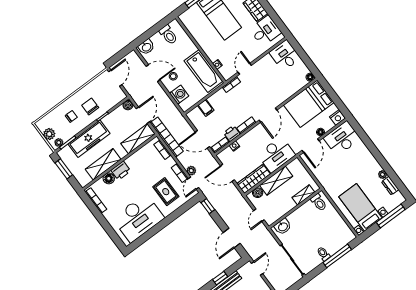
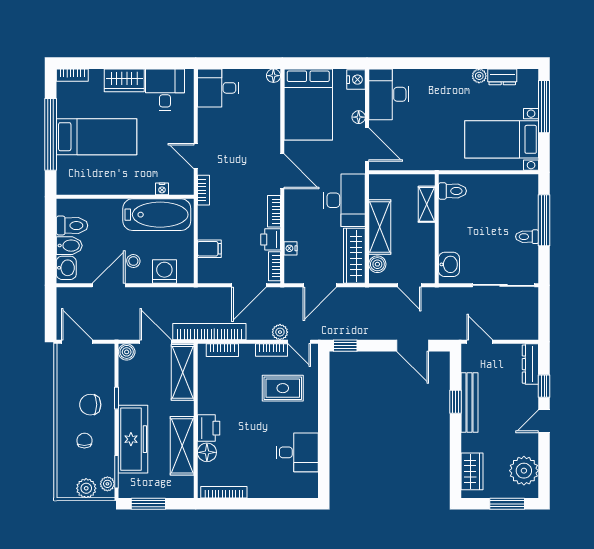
bidet: (158, 41) -> (69, 246), added
desk: (138, 218) -> (297, 452), width x0.53, depth x0.77

